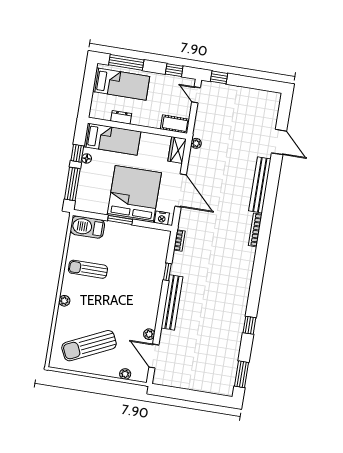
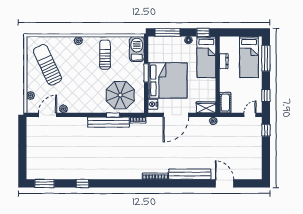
door: (279, 142) -> (225, 183), swing flipped
window: (77, 153) -> (203, 32), moved
parasol: (143, 258) -> (120, 95), added
bench: (172, 302) -> (108, 122), moved

